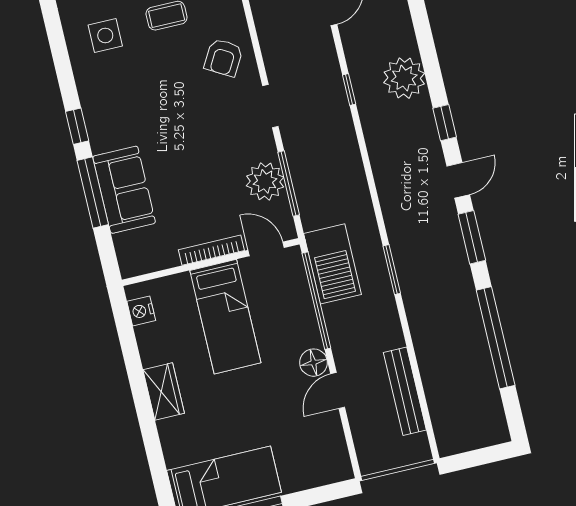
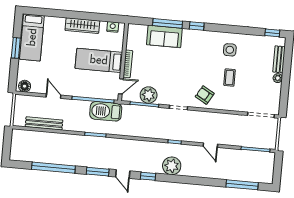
floor lamp: (313, 363) -> (25, 86), moved
wardrobe: (164, 391) -> (82, 26), width x1.50

